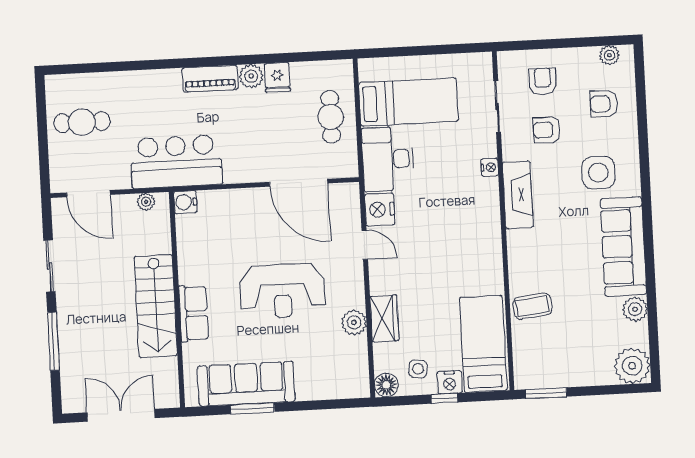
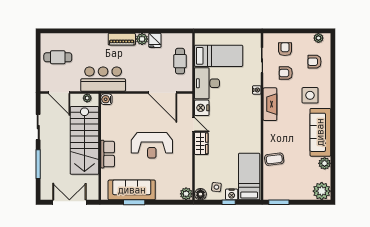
stairs: (156, 306) -> (84, 140), width x1.36, depth x1.51
wardrobe: (384, 318) -> (201, 143), moved
plant: (354, 322) -> (186, 194), moved

